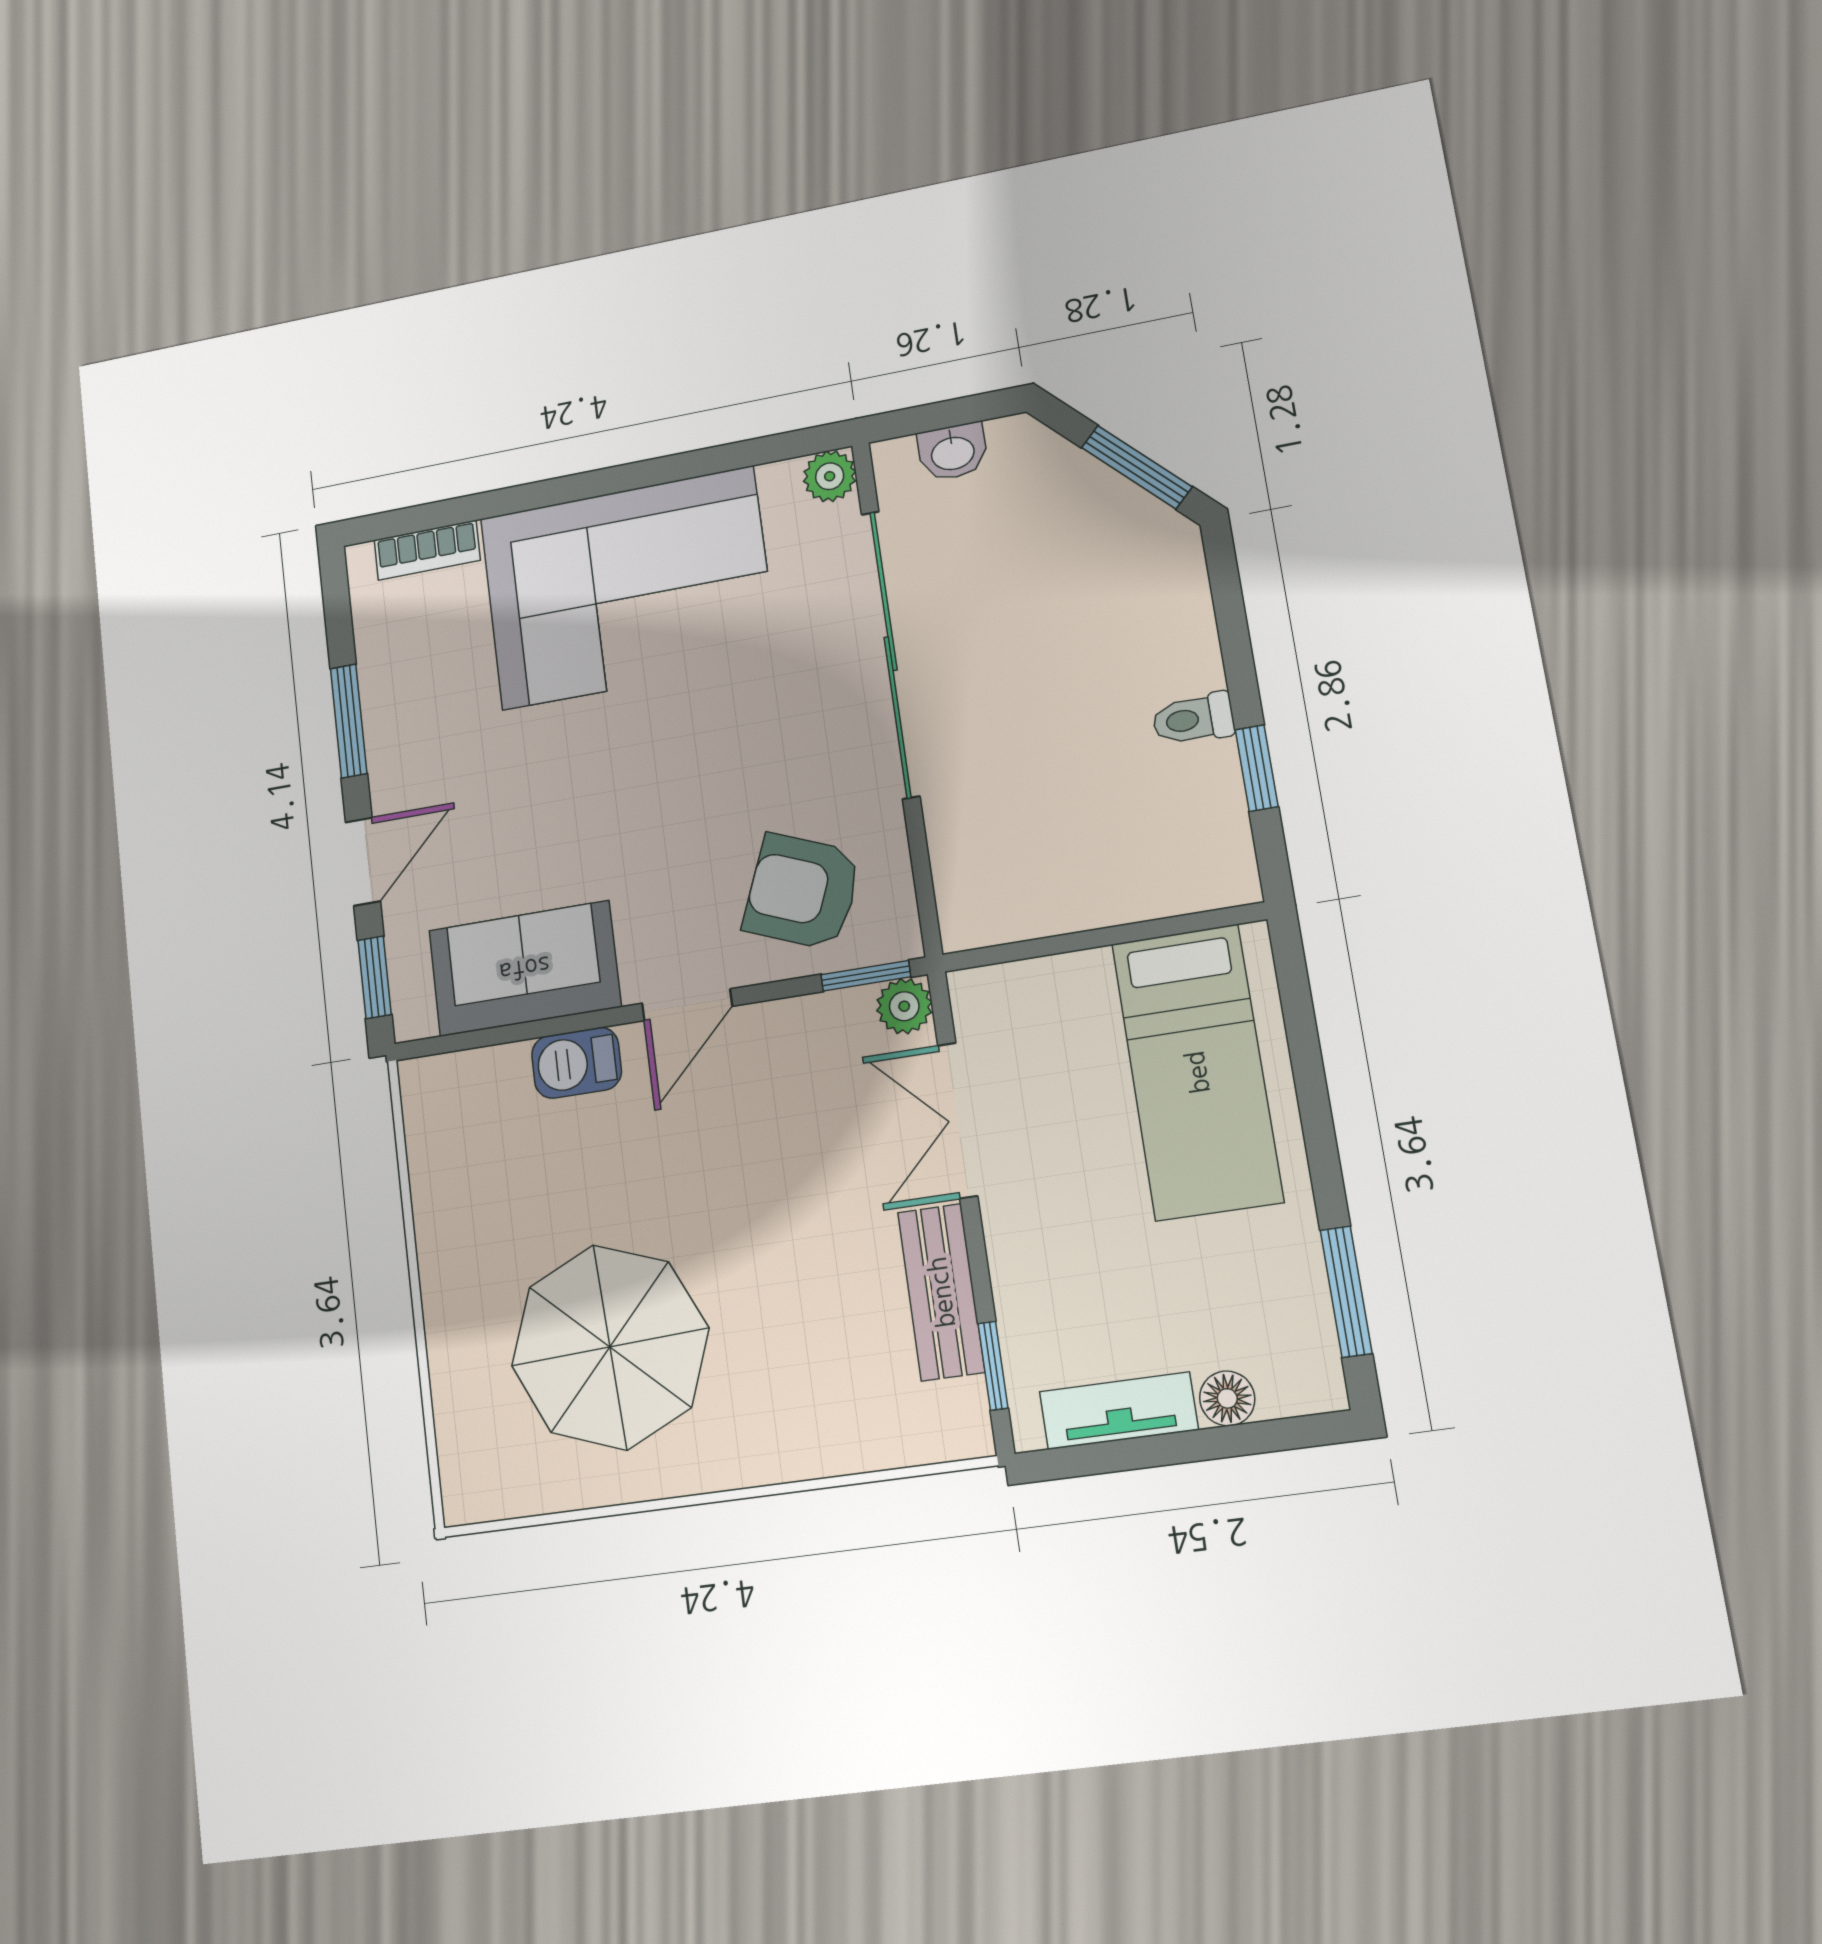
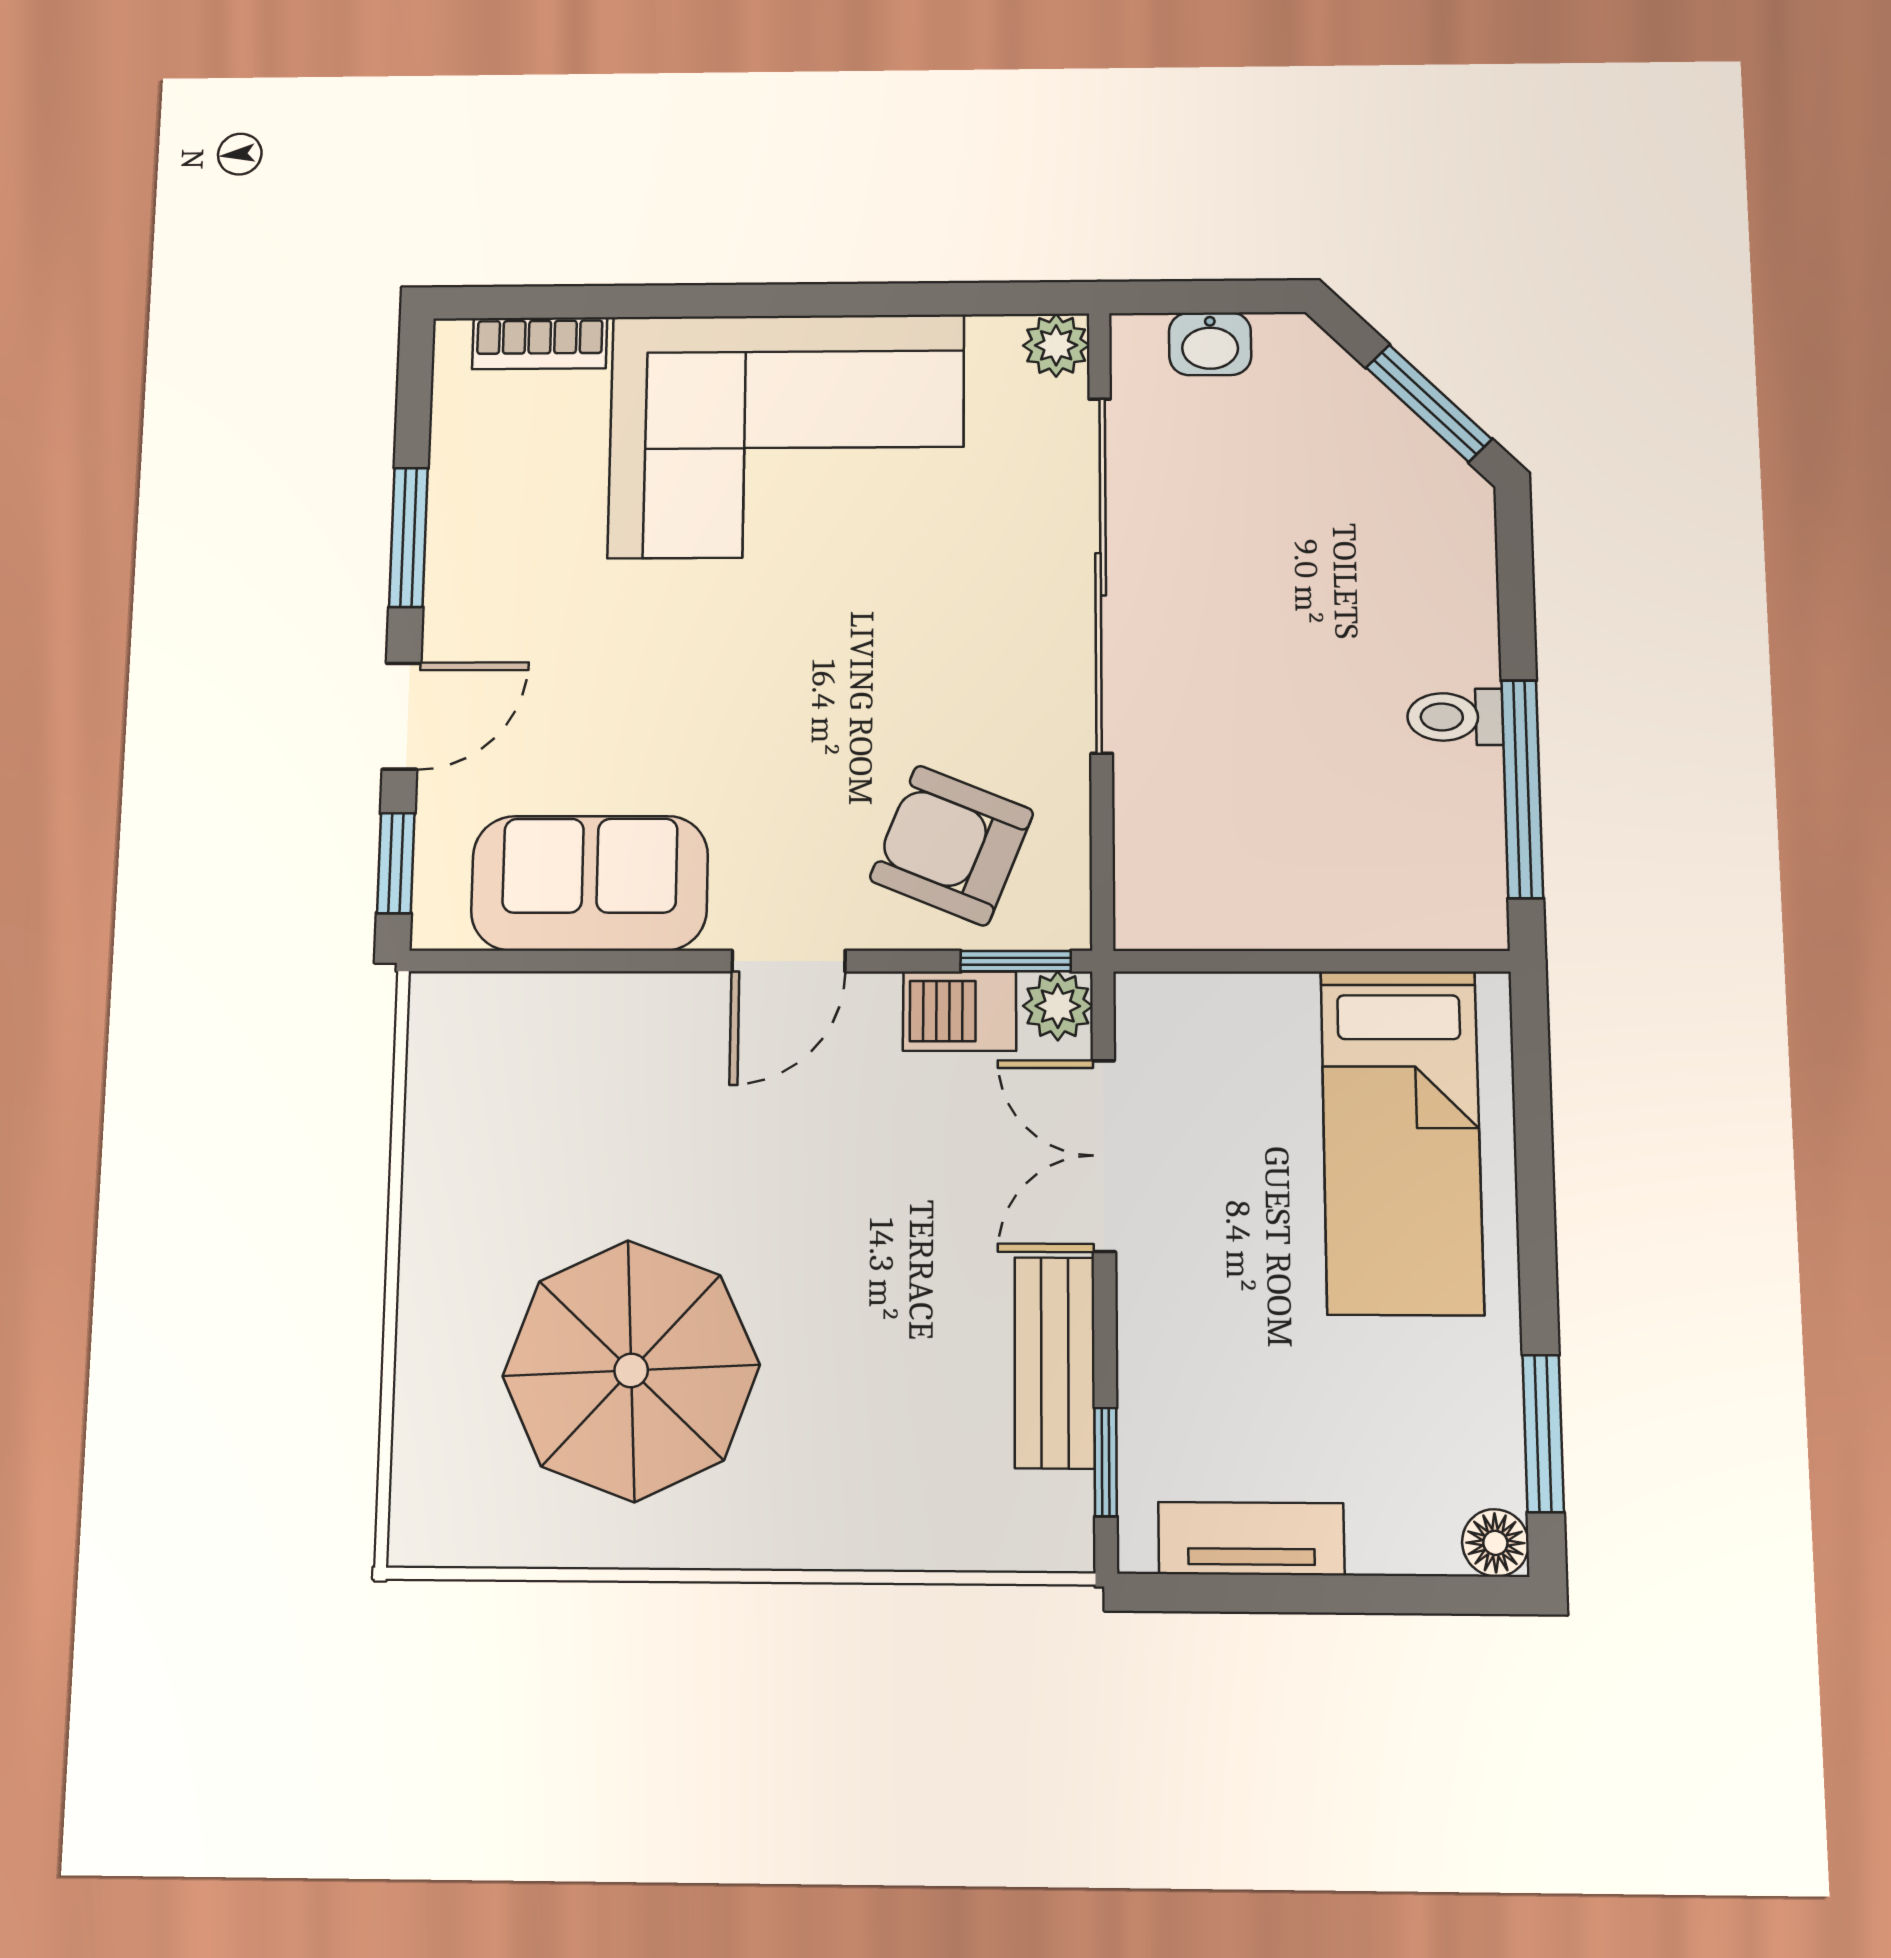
window: (1257, 768) -> (1522, 789), width x2.17
barbecue: (577, 1063) -> (960, 1011), moved
floor lamp: (1227, 1398) -> (1495, 1543), moved

